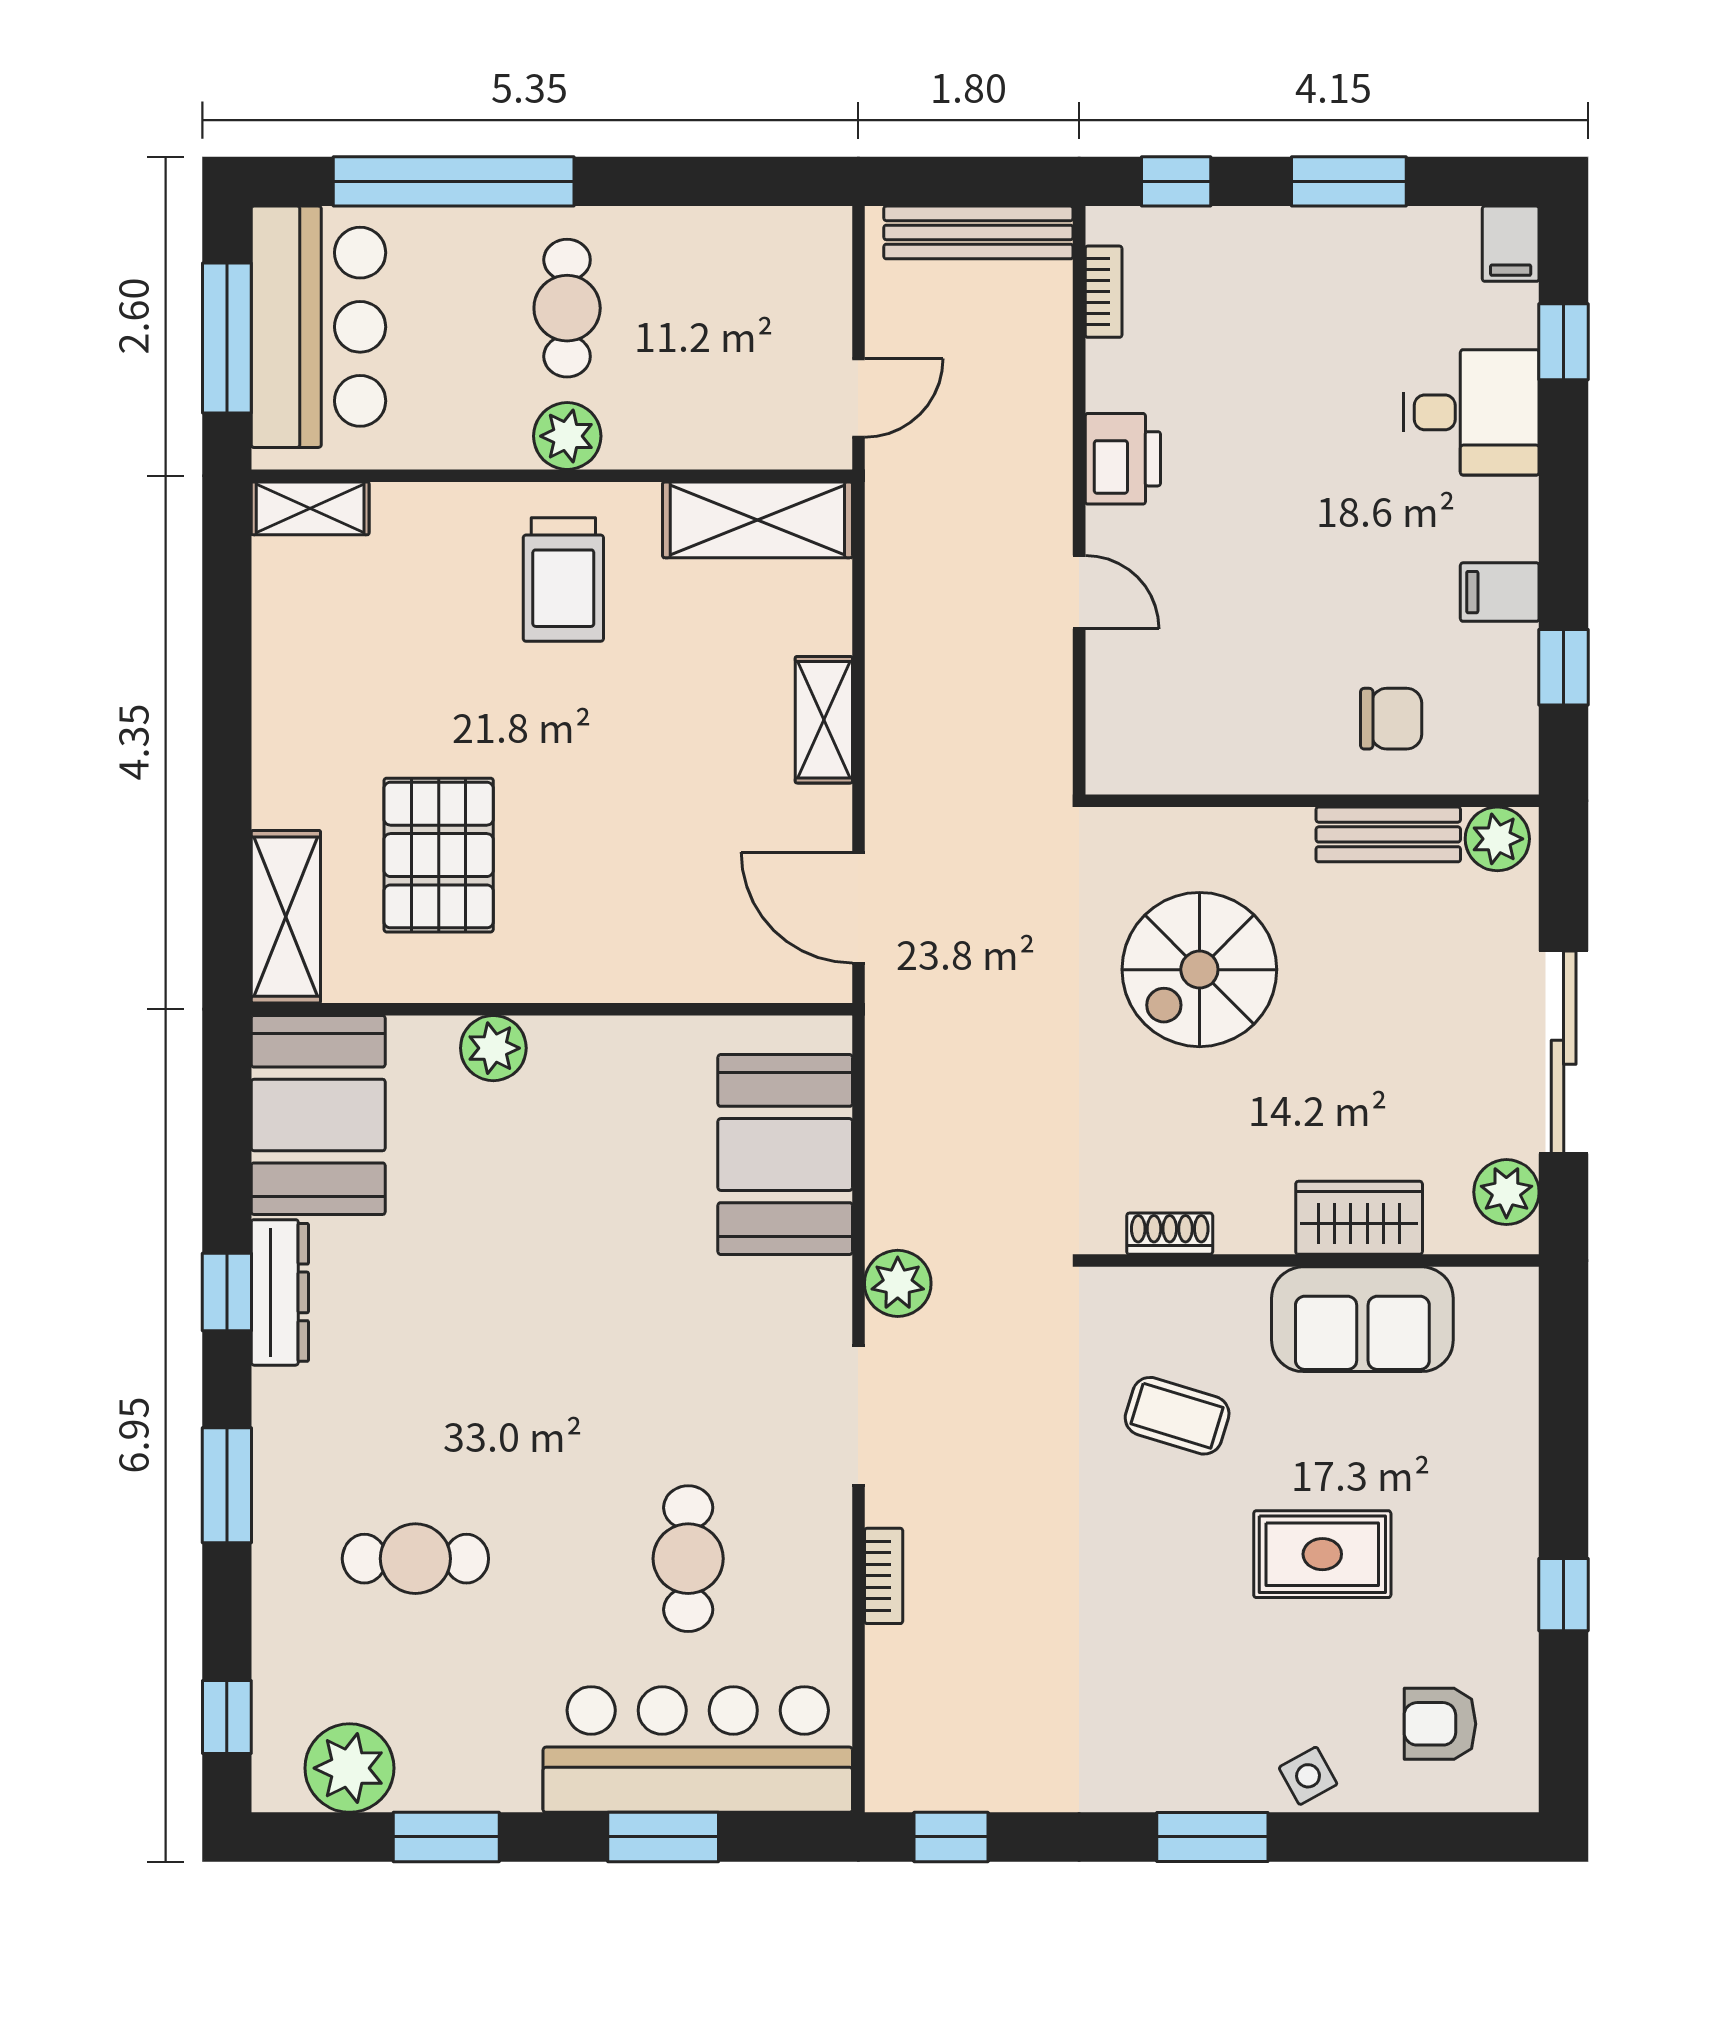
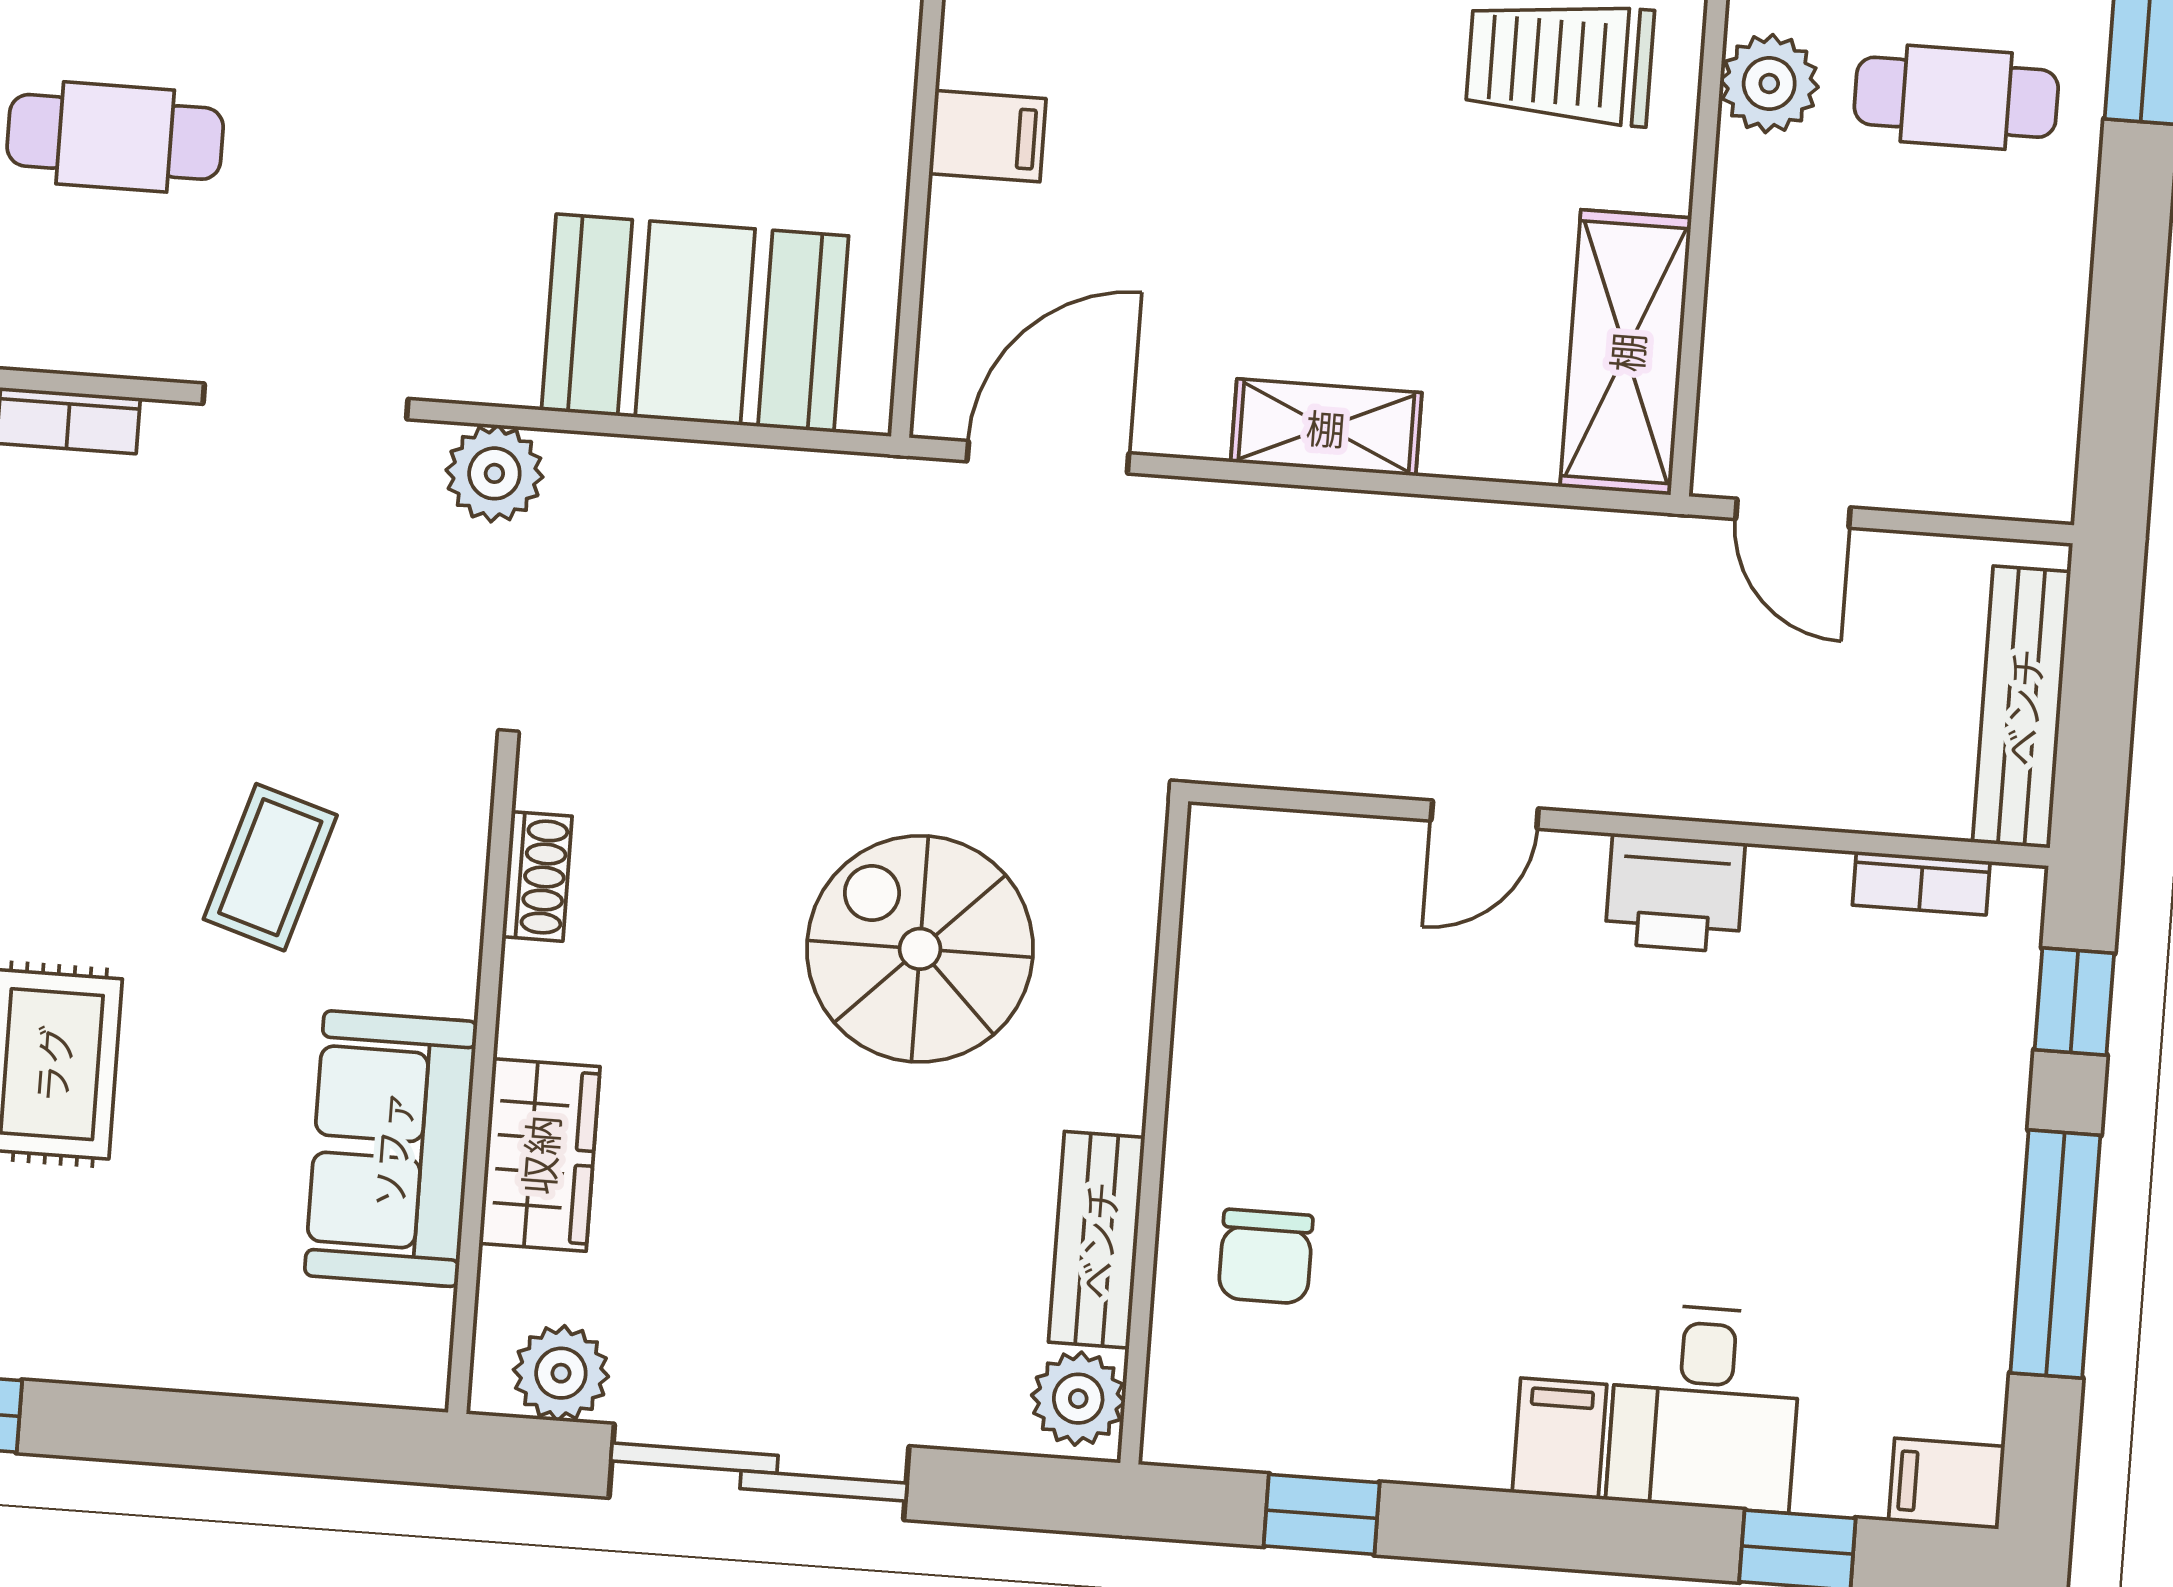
window: (1349, 181) -> (2055, 1254), width x1.44
filing cabinet: (1500, 592) -> (1559, 1438), moved
filing cabinet: (643, 965) -> (988, 136), added

